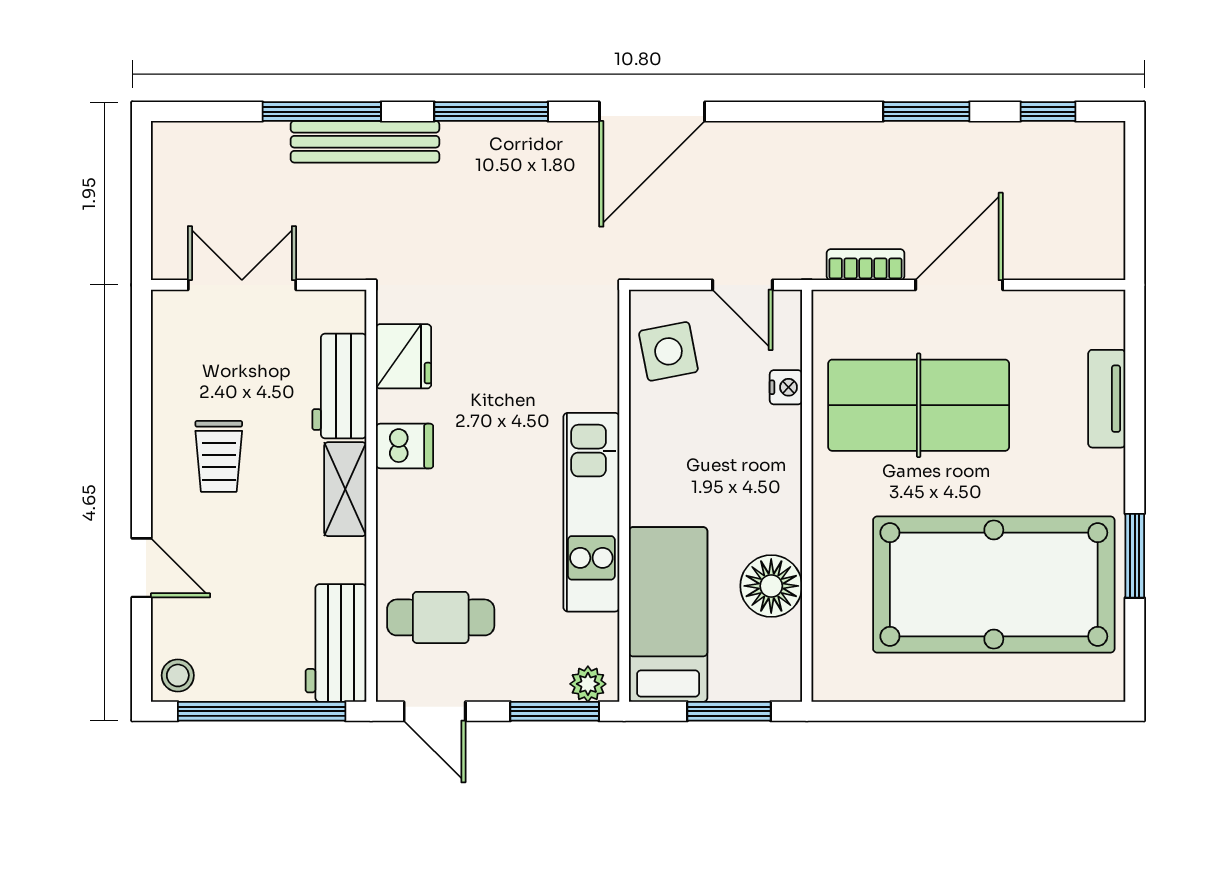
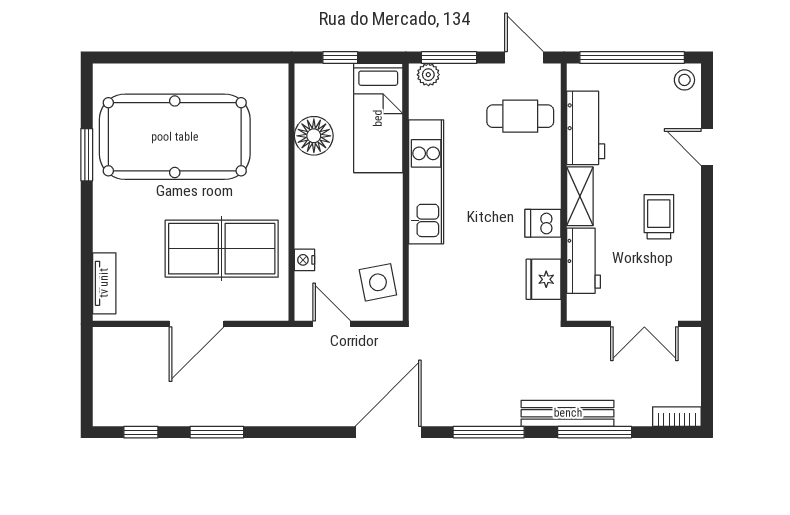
bookcase: (866, 265) -> (677, 417), moved, turned 180
tv unit: (1107, 399) -> (104, 283), moved
workbench: (336, 643) -> (586, 128), moved
window: (729, 711) -> (340, 58), width x0.67

